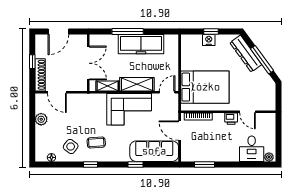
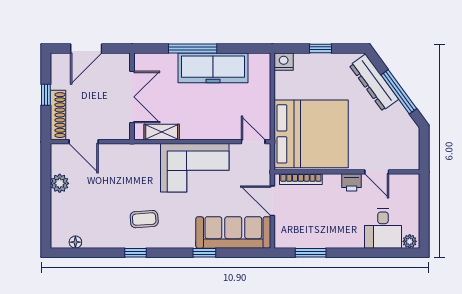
nightstand: (209, 40) -> (284, 62), moved
shelving: (137, 84) -> (207, 129), removed
bed: (205, 87) -> (311, 134), width x1.36
door: (167, 92) -> (253, 142), hinge flipped
side table: (71, 146) -> (105, 225), removed

